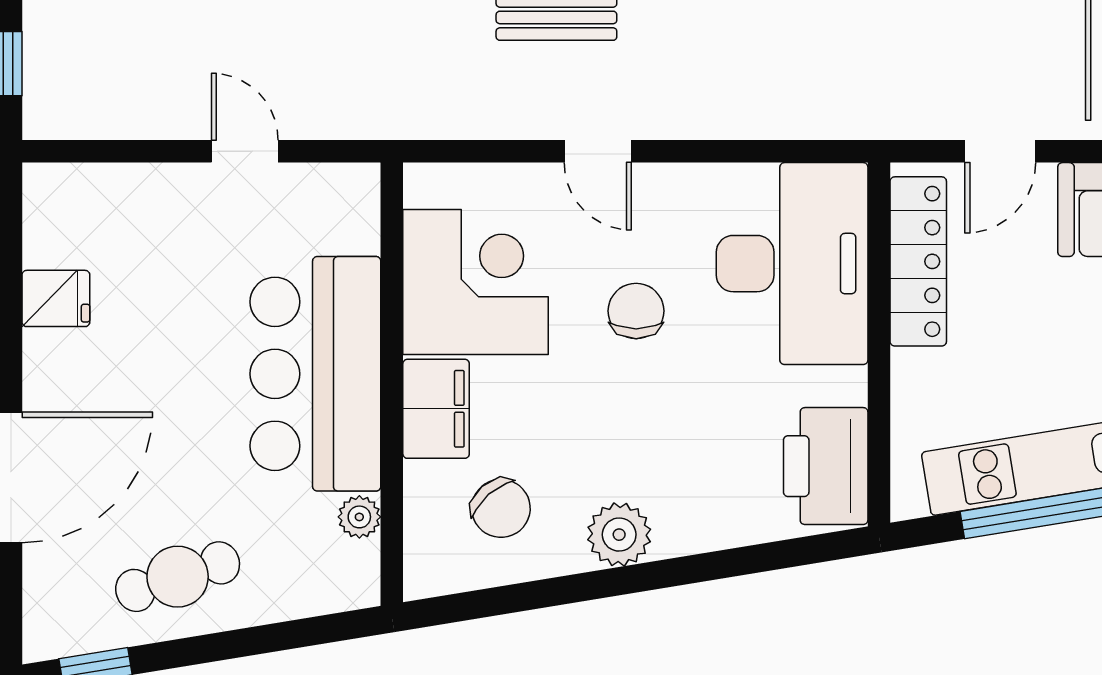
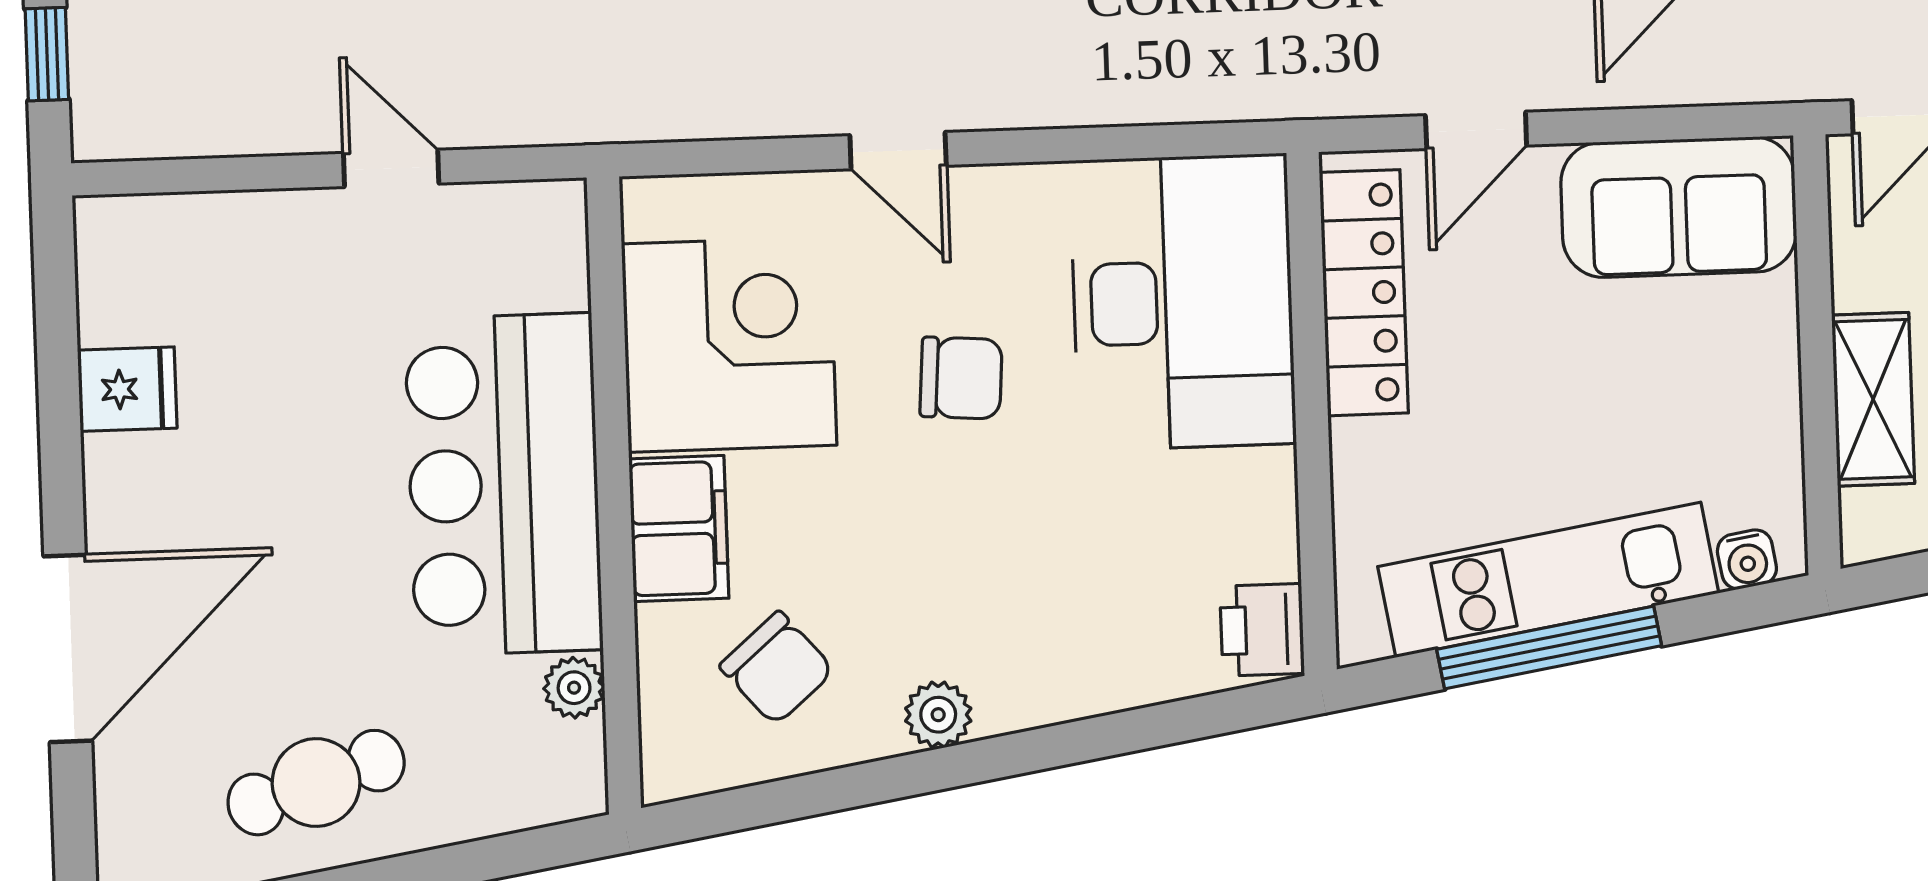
chair: (636, 311) -> (961, 378), turned 94
printer: (826, 466) -> (1262, 630), width x0.53, depth x0.68
plant: (619, 535) -> (938, 715), width x0.73, depth x0.73

